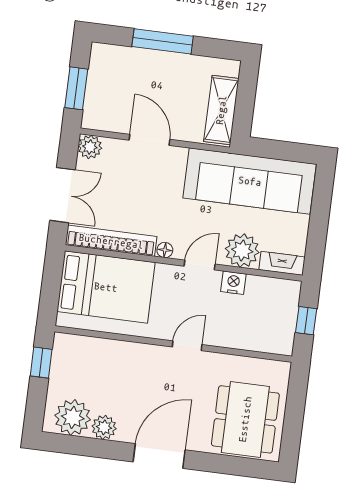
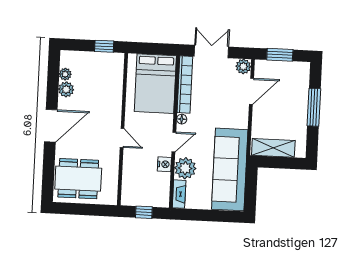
door: (150, 140) -> (251, 91), moved
double door: (63, 195) -> (211, 51), swing flipped
door: (200, 265) -> (174, 142), hinge flipped
plant: (73, 417) -> (65, 74), width x0.53, depth x0.53
door: (159, 456) -> (51, 126), hinge flipped

